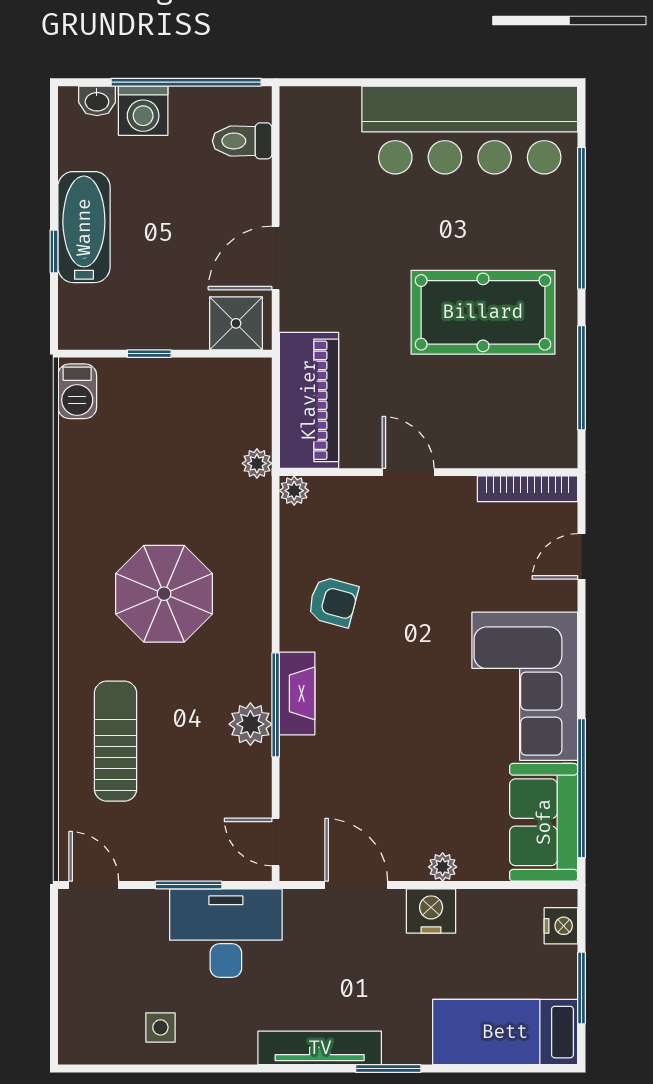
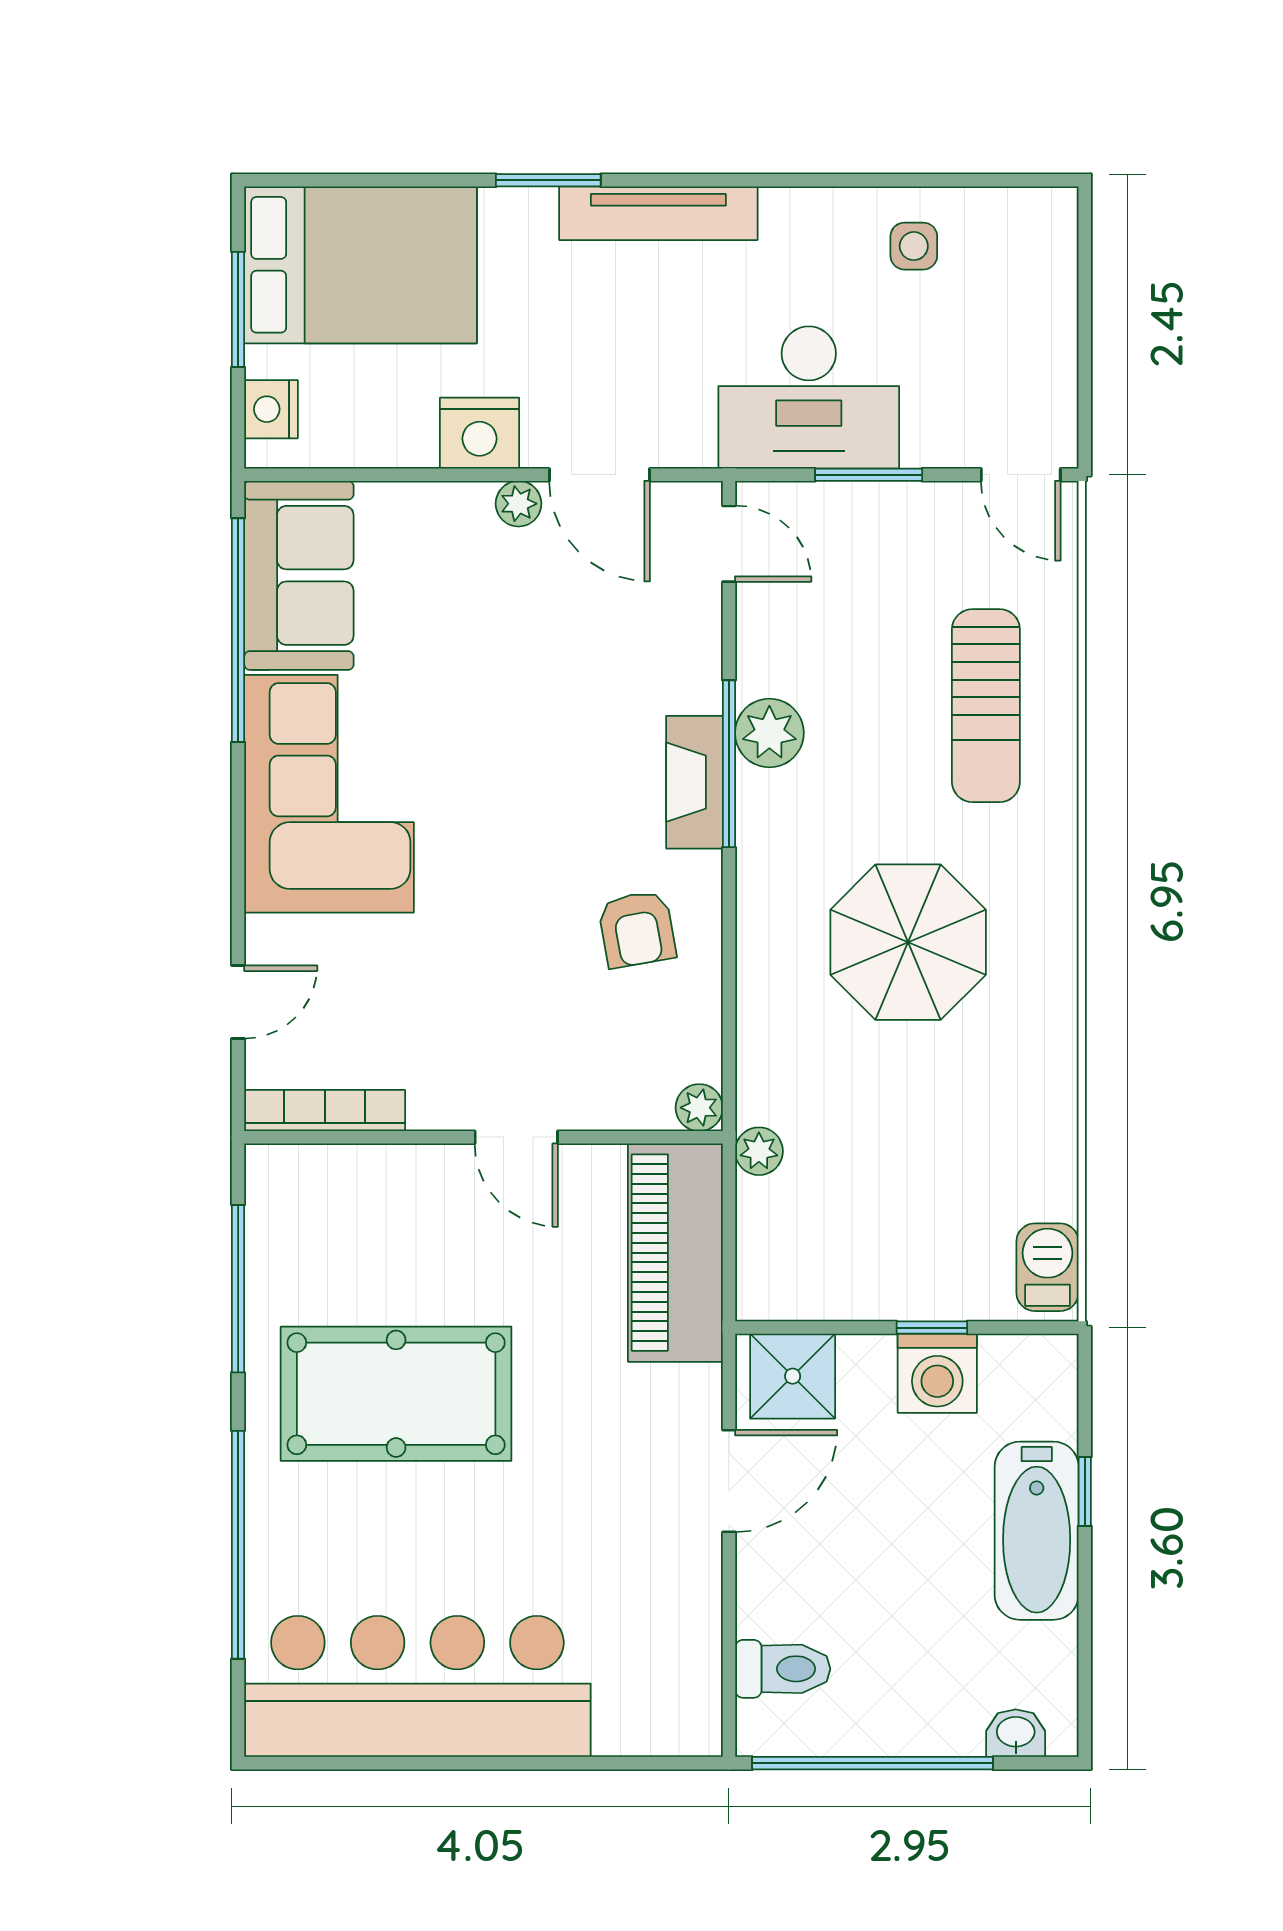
washing machine: (143, 111) -> (937, 1373), moved, turned 180
armchair: (333, 602) -> (637, 929), turned -115
plant: (443, 867) -> (518, 504), moved
bed: (505, 1032) -> (361, 265), width x1.50

